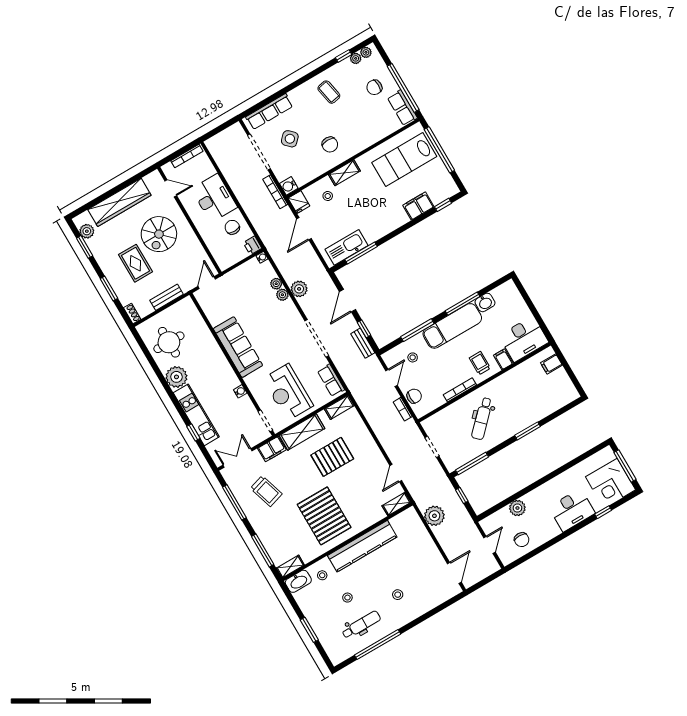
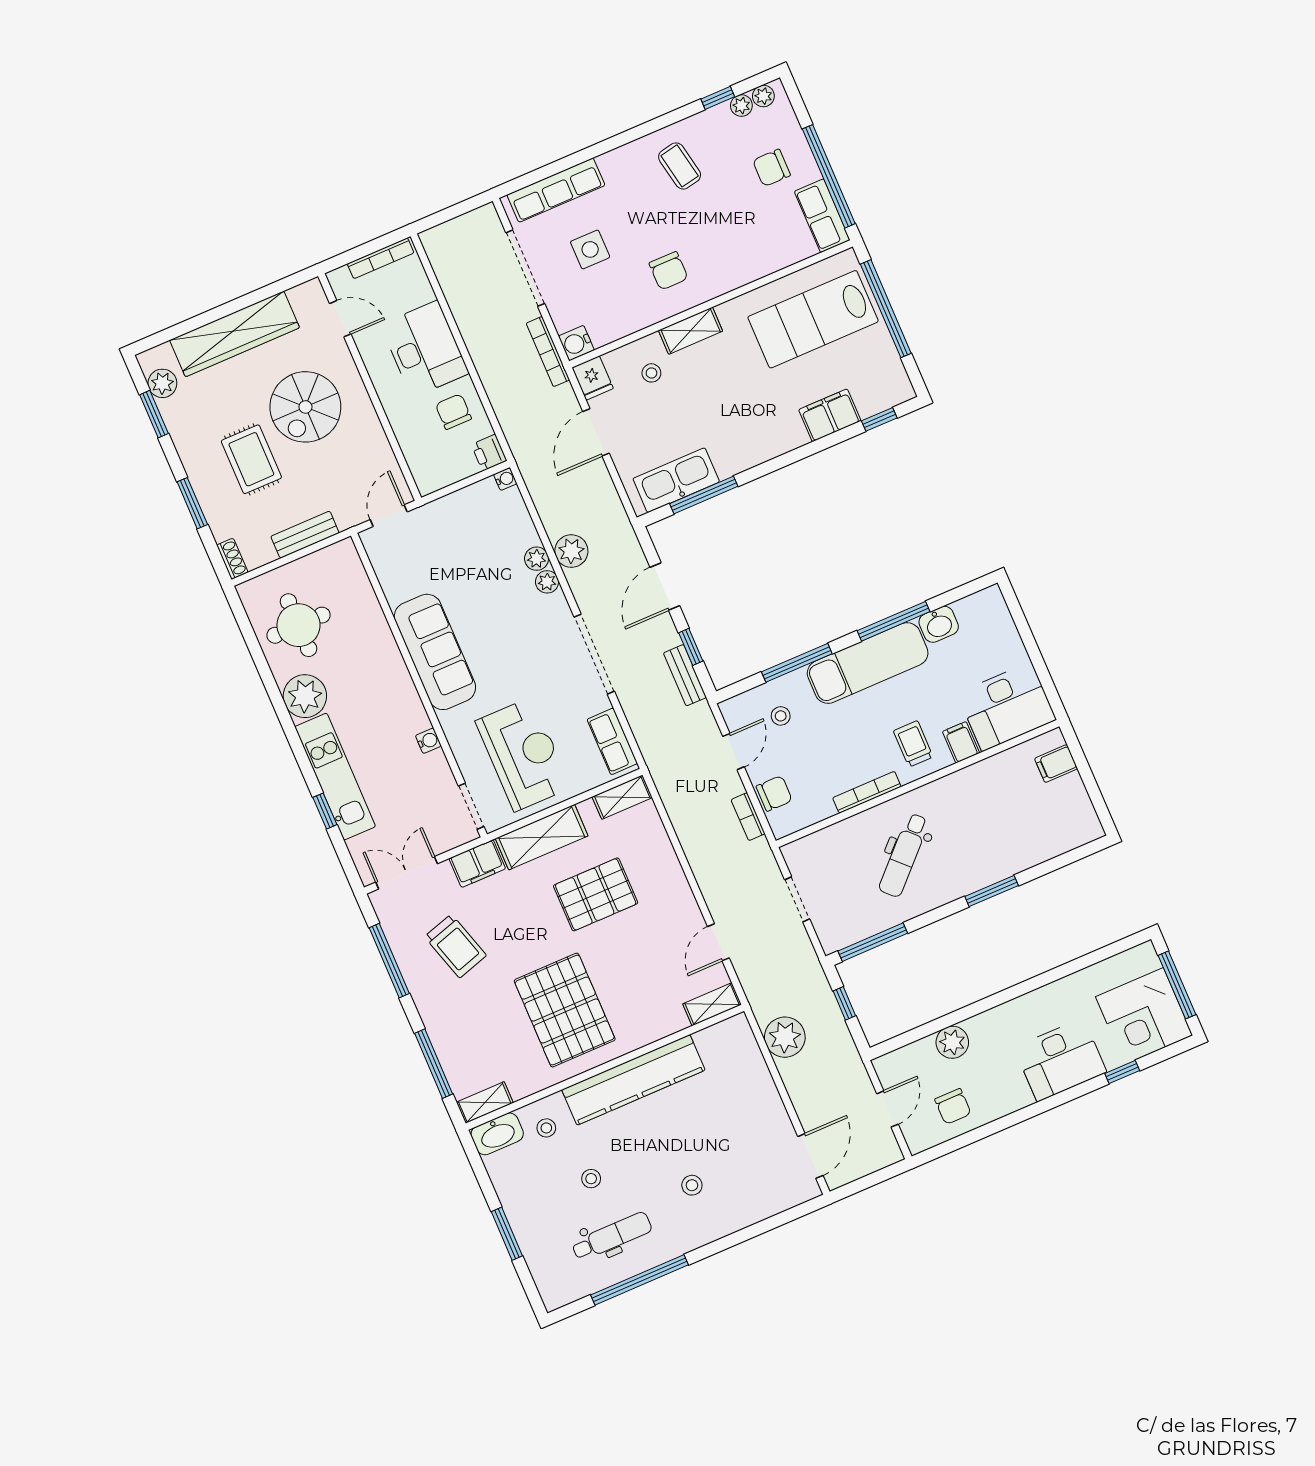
side table: (290, 139) -> (590, 249), turned 45
plant: (276, 284) -> (547, 582), moved
reception desk: (288, 392) -> (523, 754), turned 180

